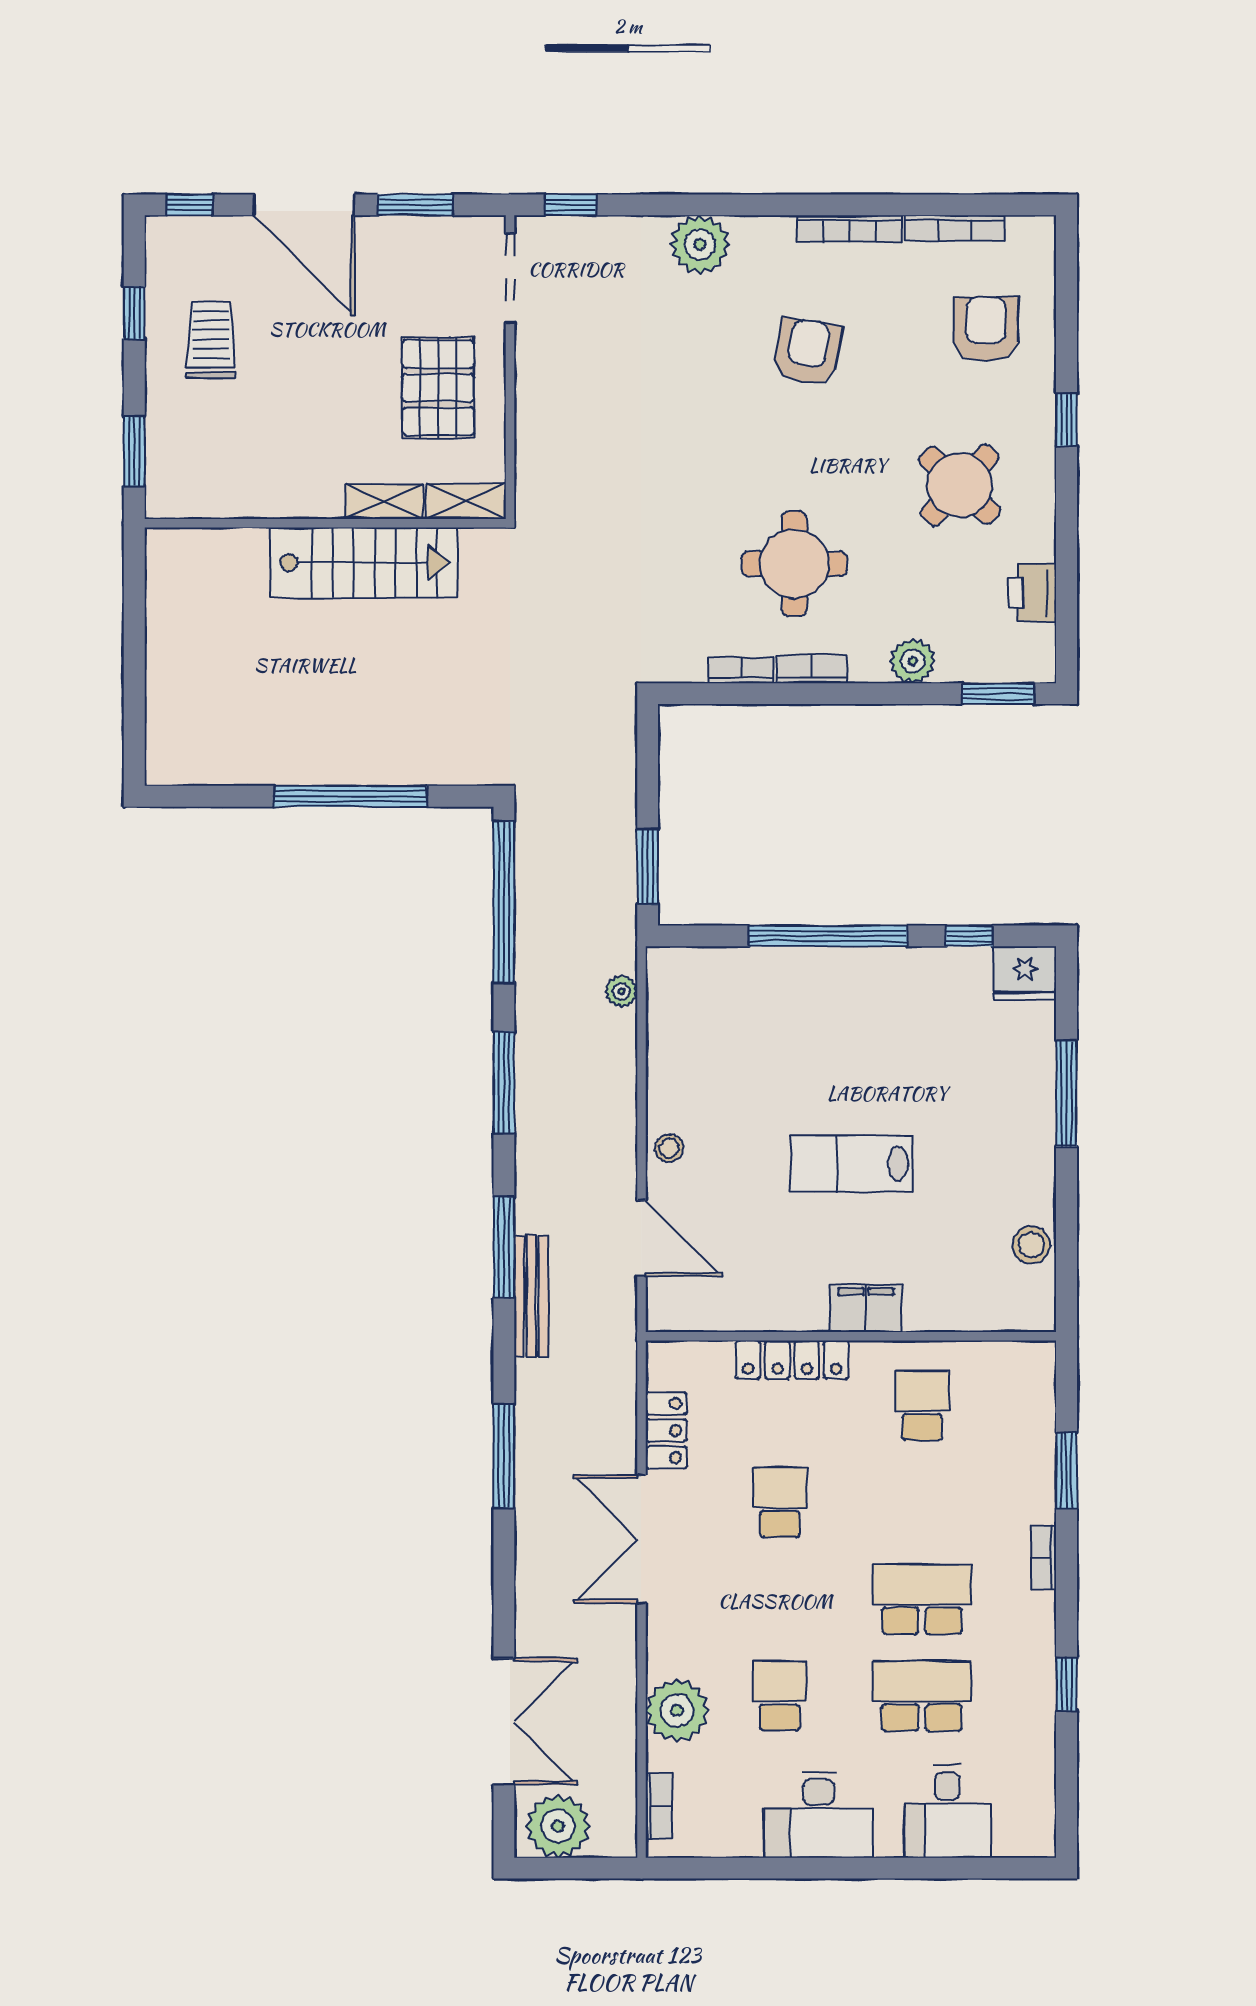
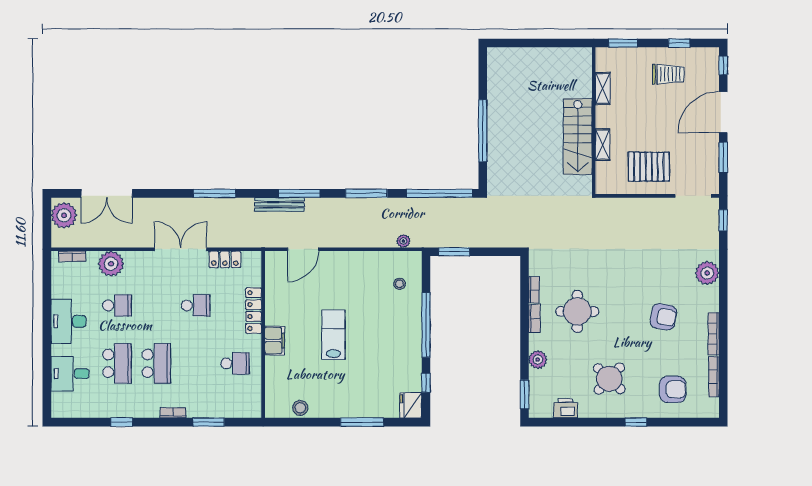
shelving: (466, 501) -> (603, 89), moved
stool: (669, 1148) -> (400, 284), moved

